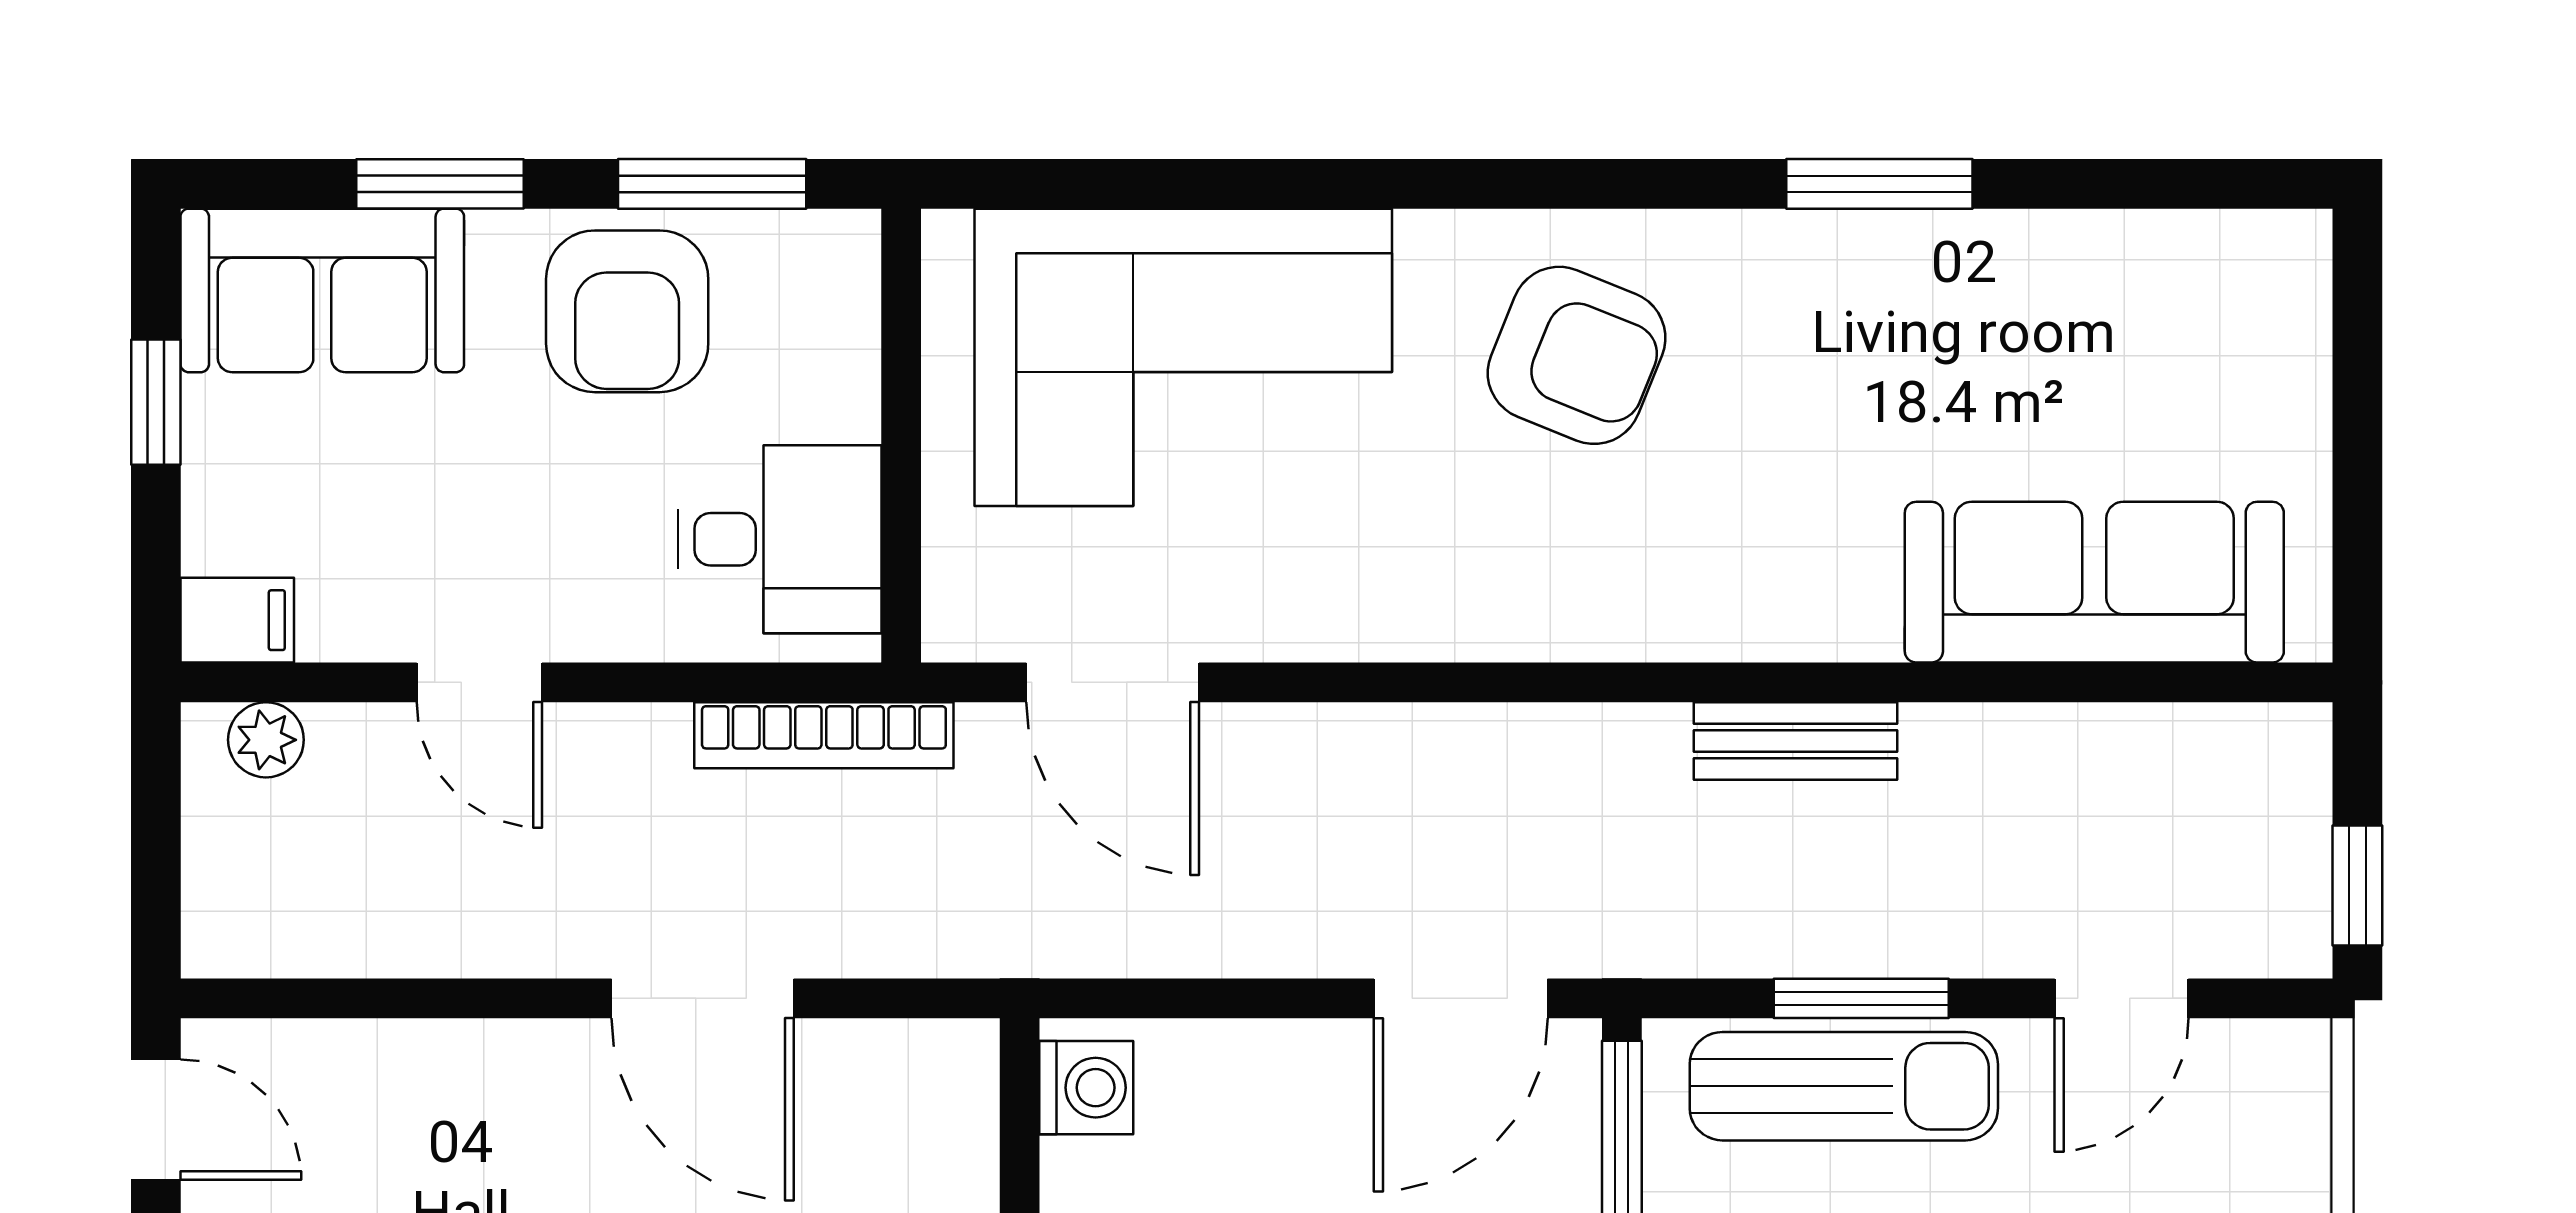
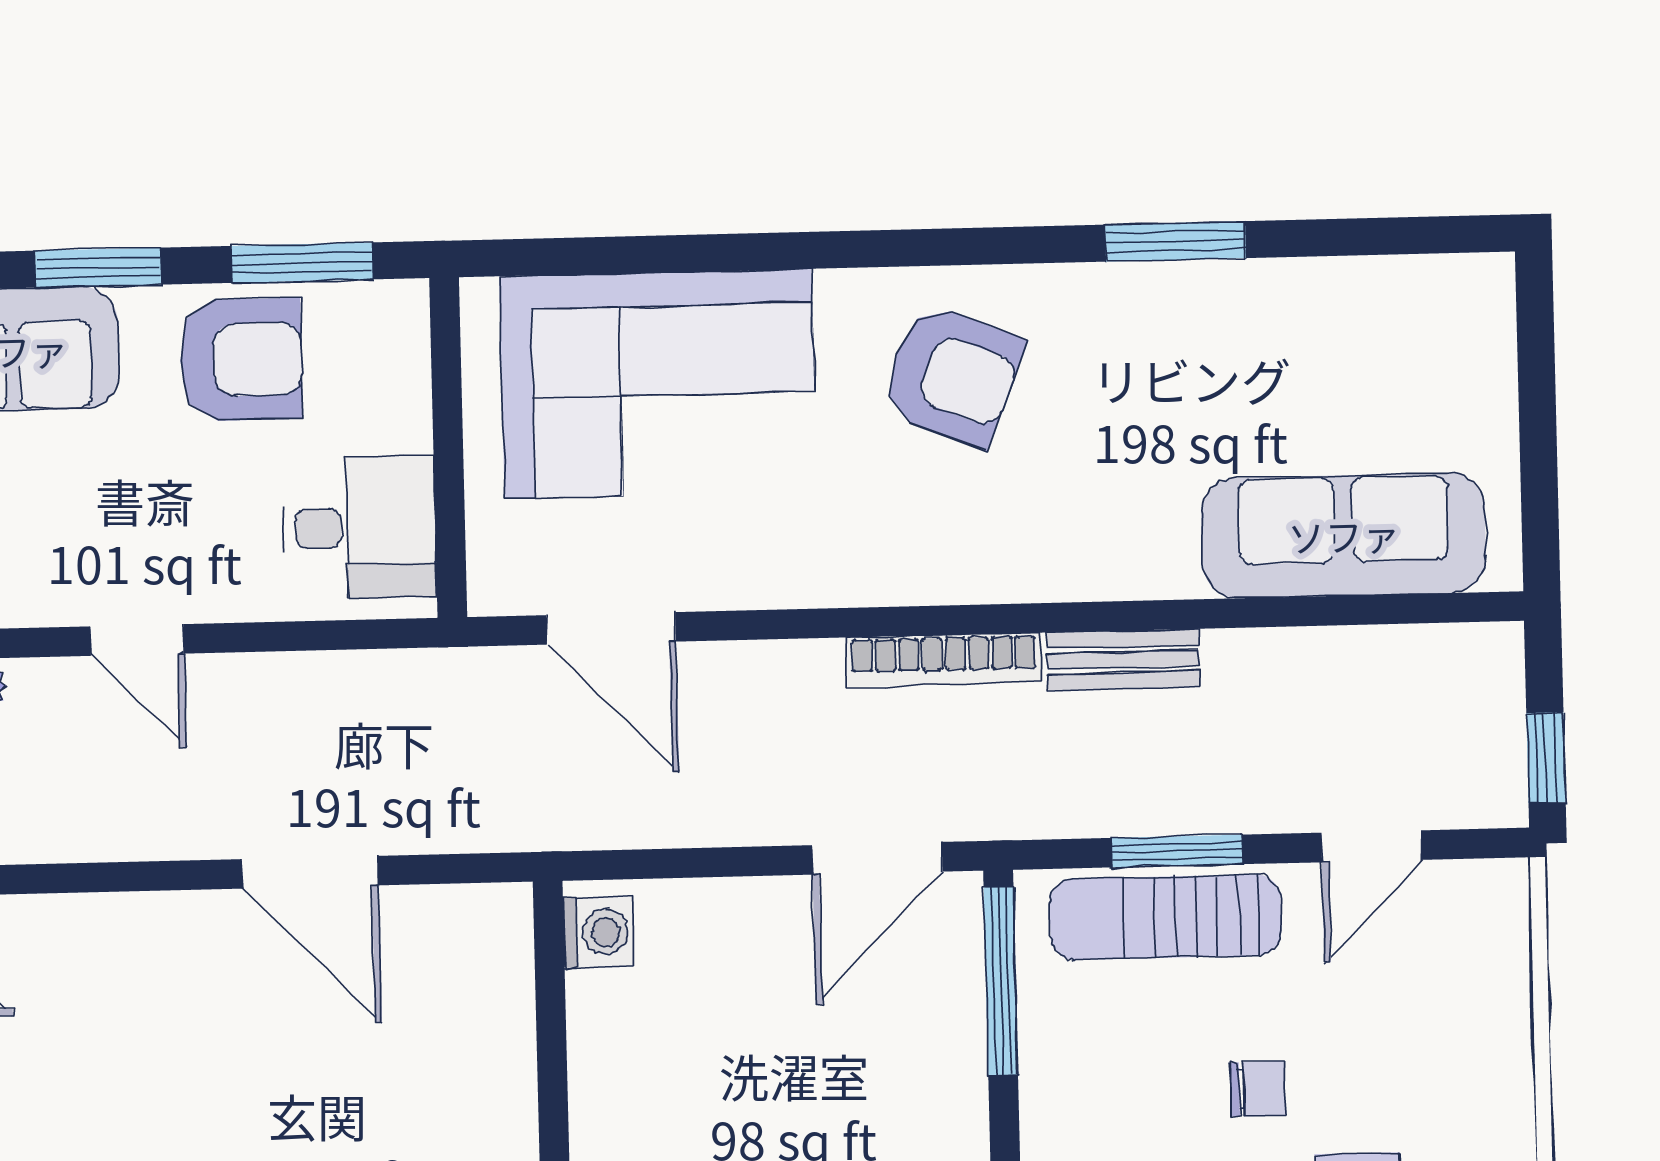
armchair: (627, 311) -> (241, 360), turned -90
bookcase: (824, 735) -> (944, 660), moved
sun lounger: (1844, 1086) -> (1165, 917), turned 180

